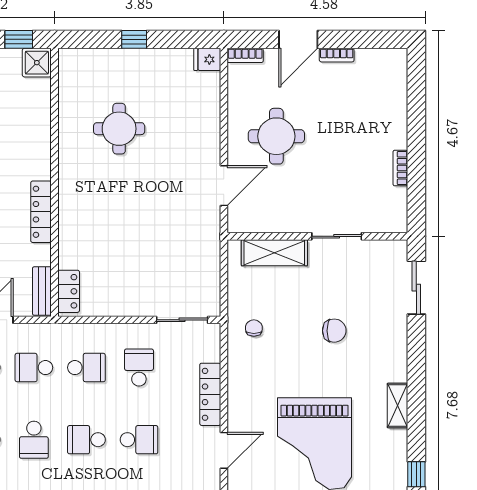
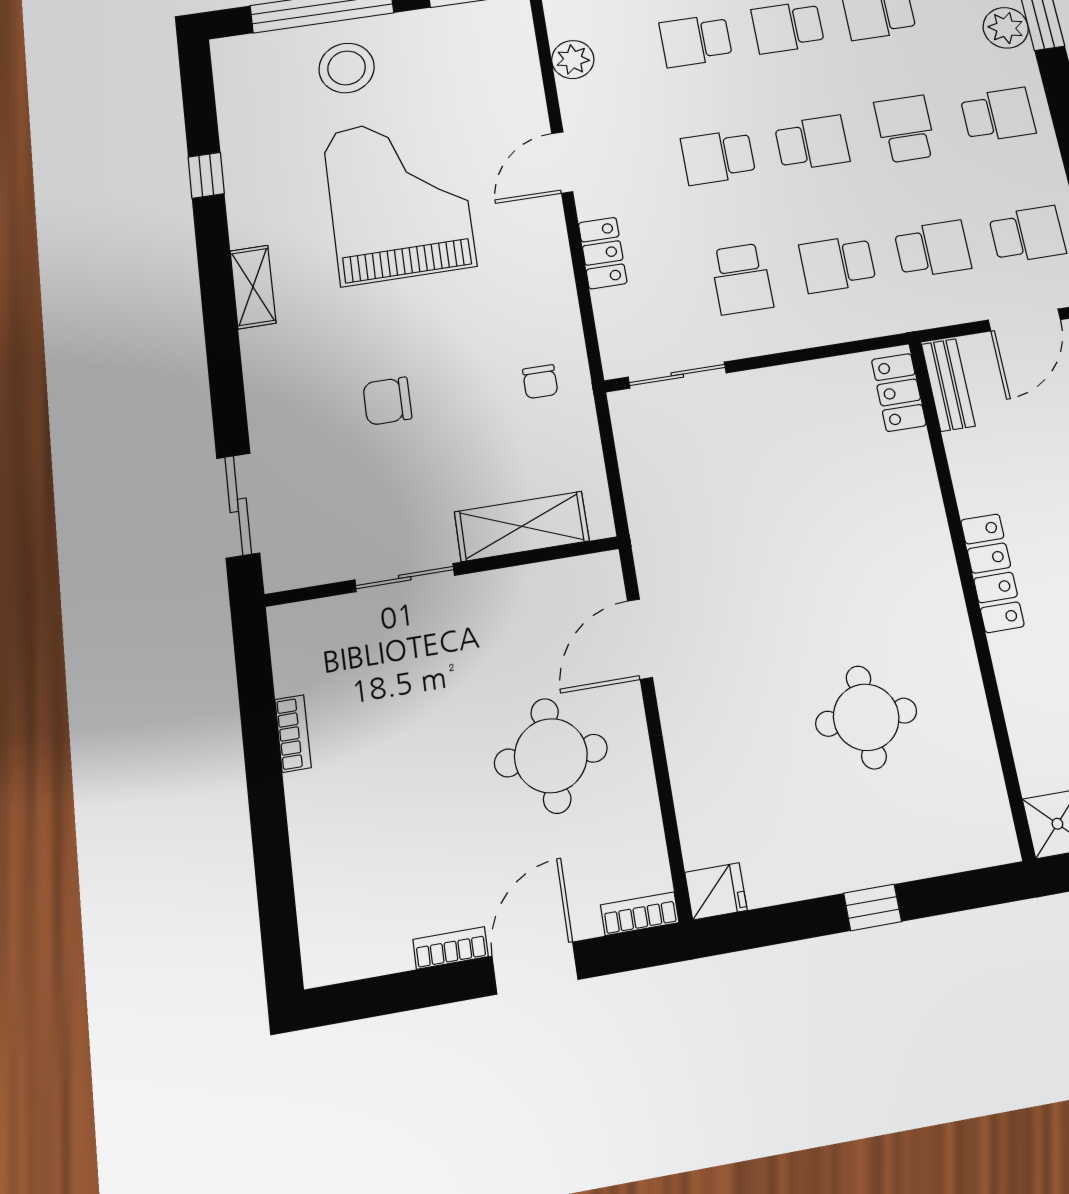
locker: (41, 212) -> (992, 573), moved
locker: (210, 394) -> (603, 253), width x0.66

